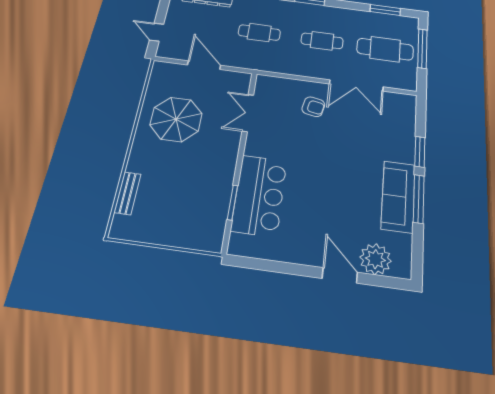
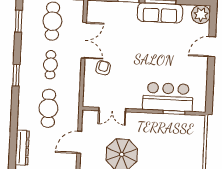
cafe table: (259, 33) -> (48, 108), width x1.37, depth x1.35
plant: (375, 259) -> (201, 14), moved

